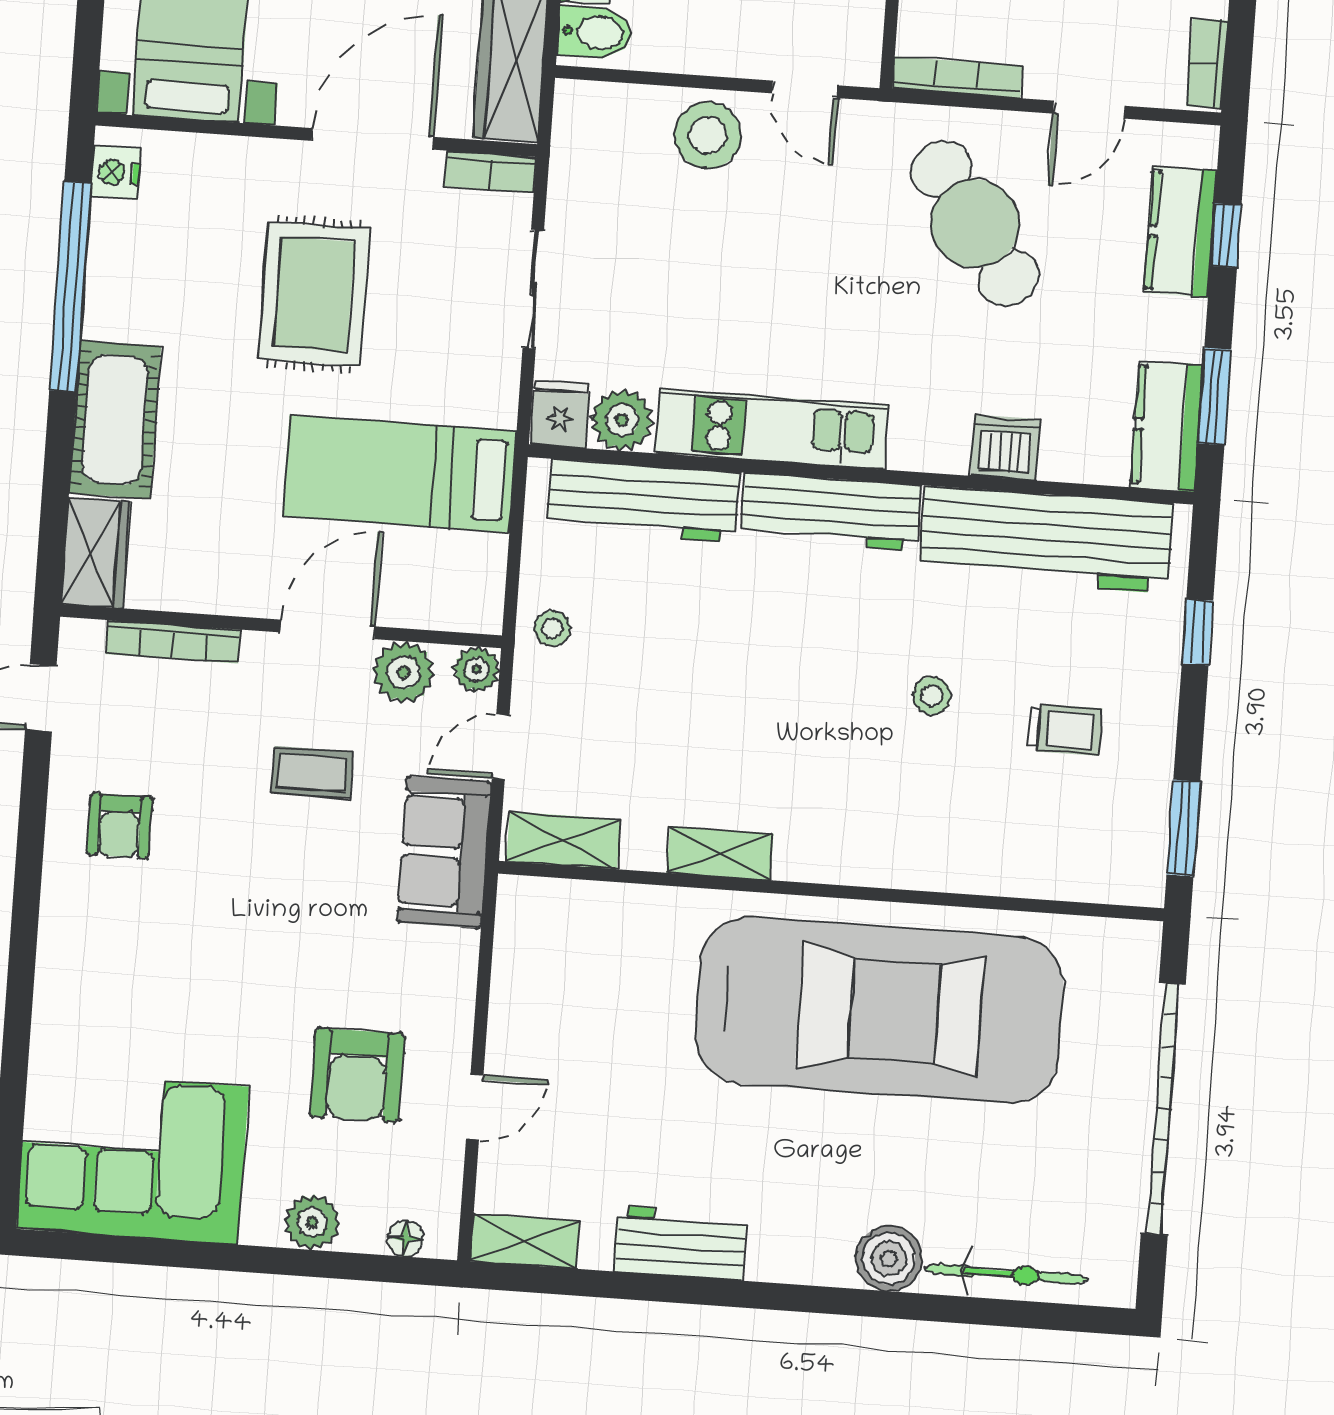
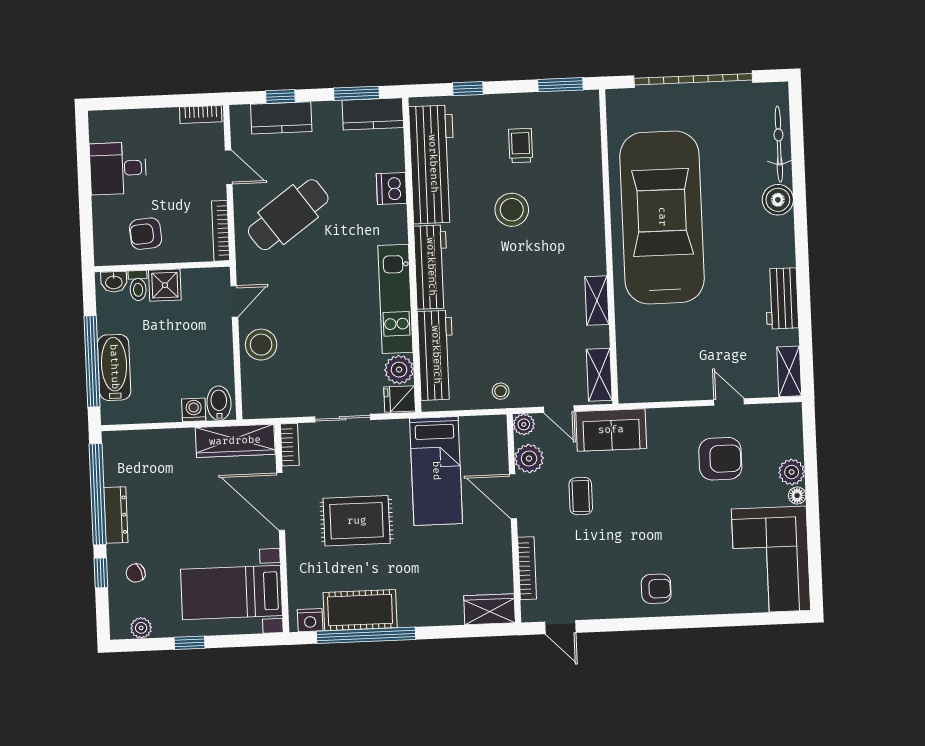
cot: (115, 420) -> (360, 610), moved
stool: (932, 696) -> (512, 210), width x1.89, depth x1.89
armchair: (120, 826) -> (656, 589), moved
floor lamp: (405, 1238) -> (797, 496), moved

